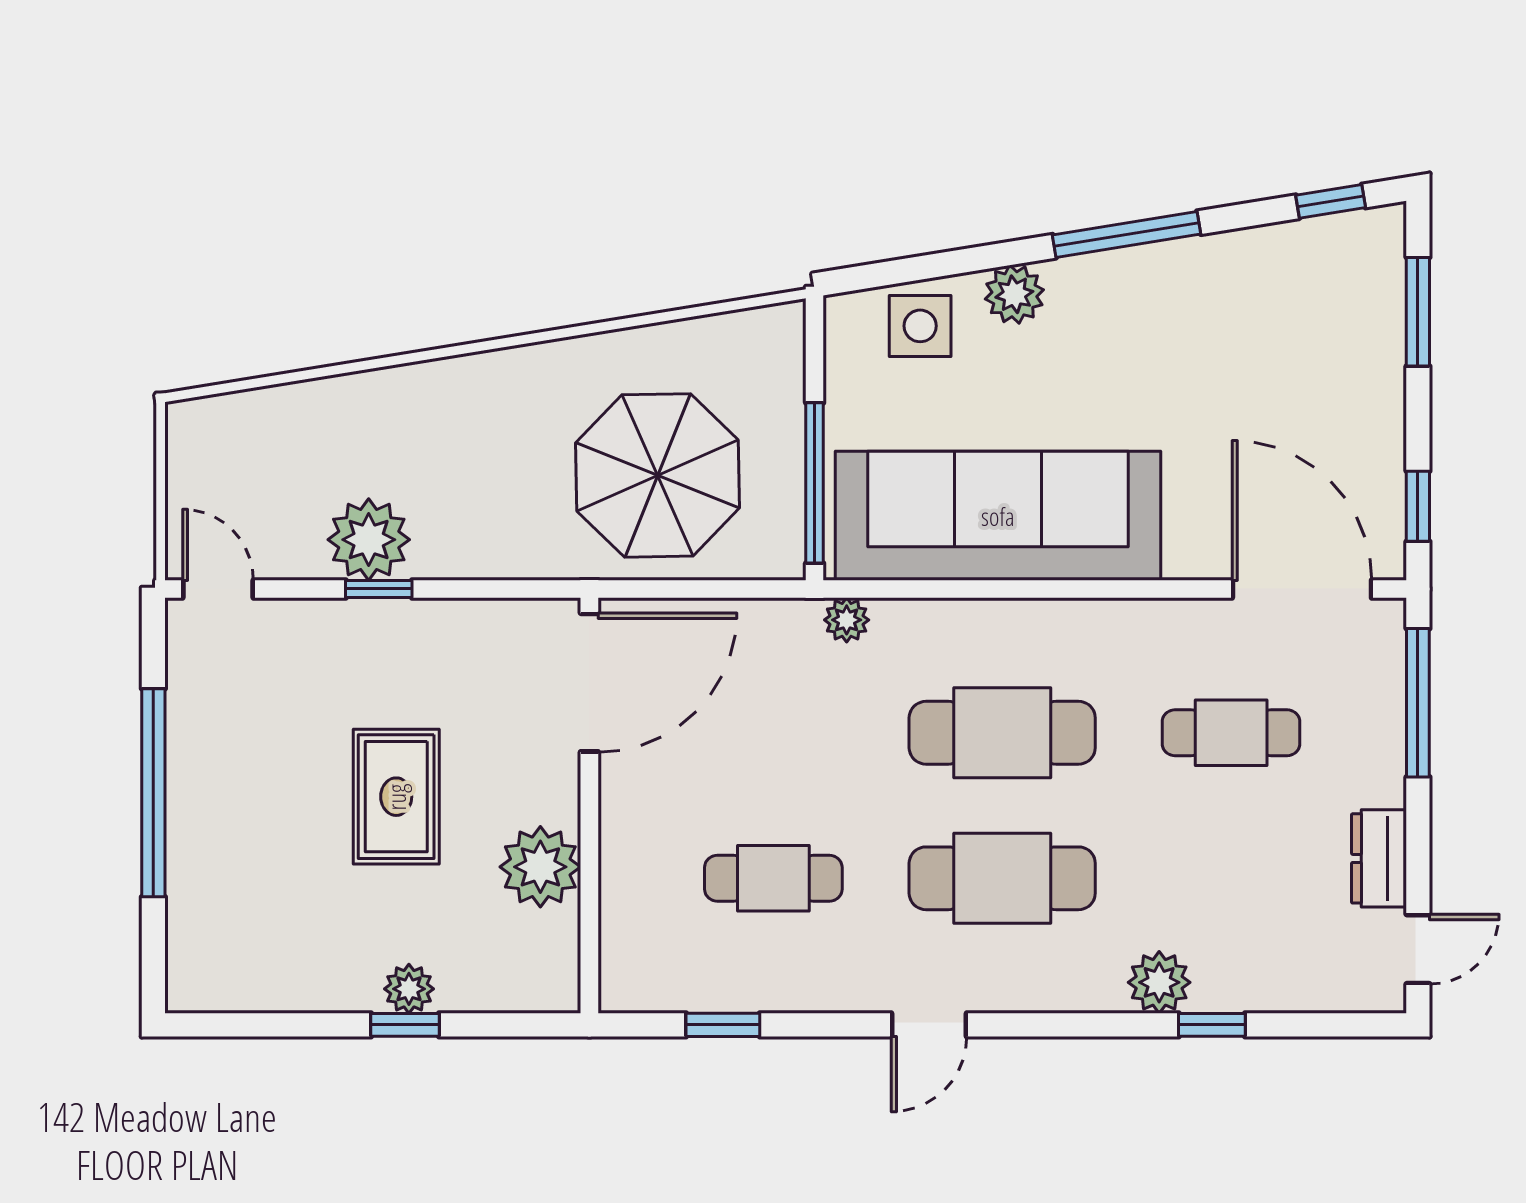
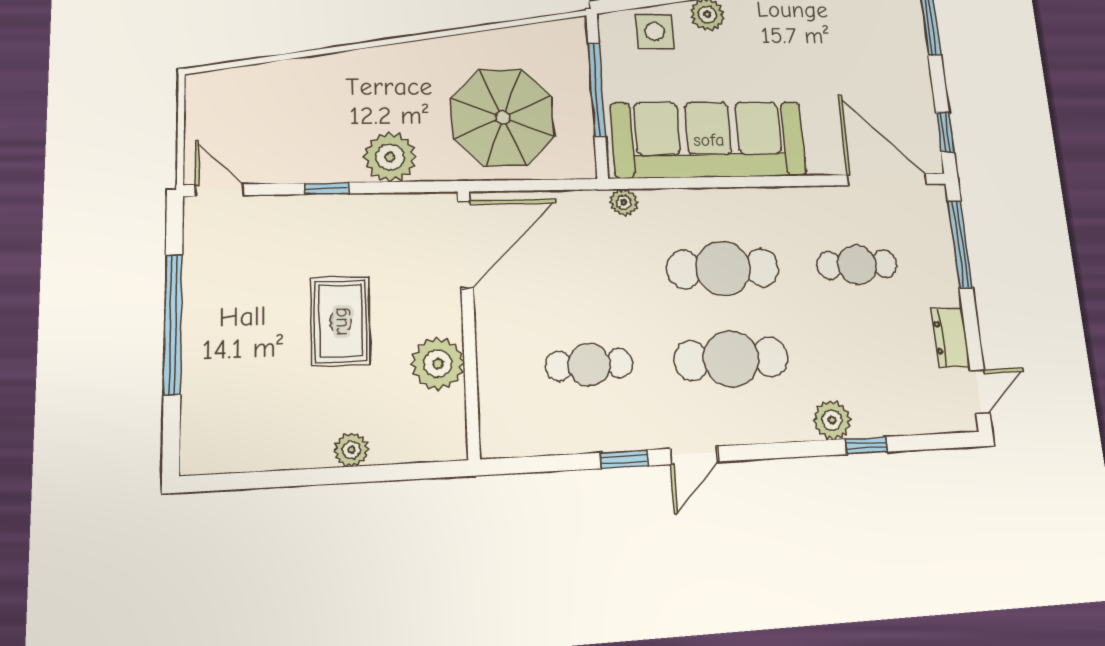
window: (815, 483) -> (597, 89), moved
plant: (369, 540) -> (390, 157), moved
window: (405, 1025) -> (349, 475), removed
window: (723, 1025) -> (624, 459), moved

